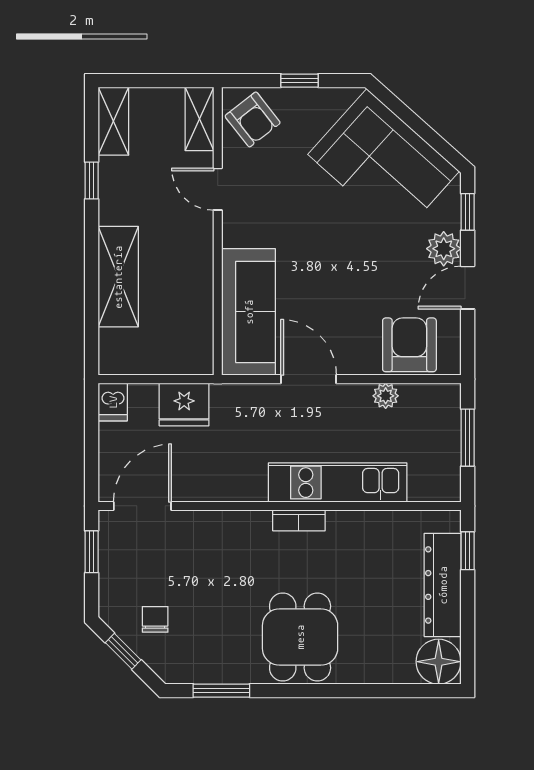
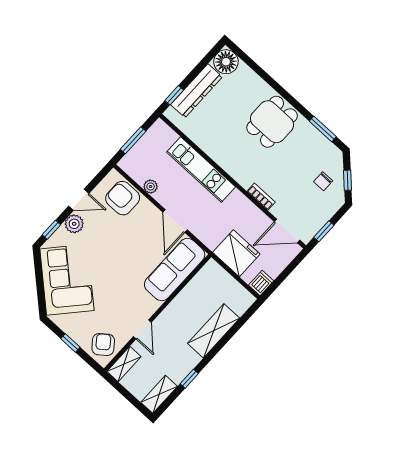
armchair: (409, 345) -> (123, 198), turned 90
fridge: (184, 404) -> (236, 253), width x1.36, depth x1.34
bookcase: (299, 520) -> (261, 197), moved

